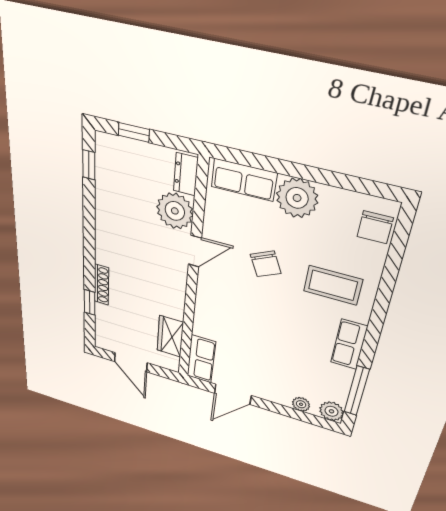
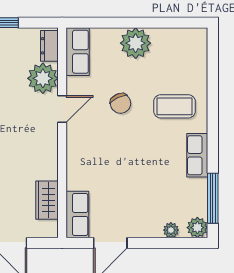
row of seats: (244, 180) -> (78, 52), moved, turned -90
chair: (375, 227) -> (194, 51), removed

